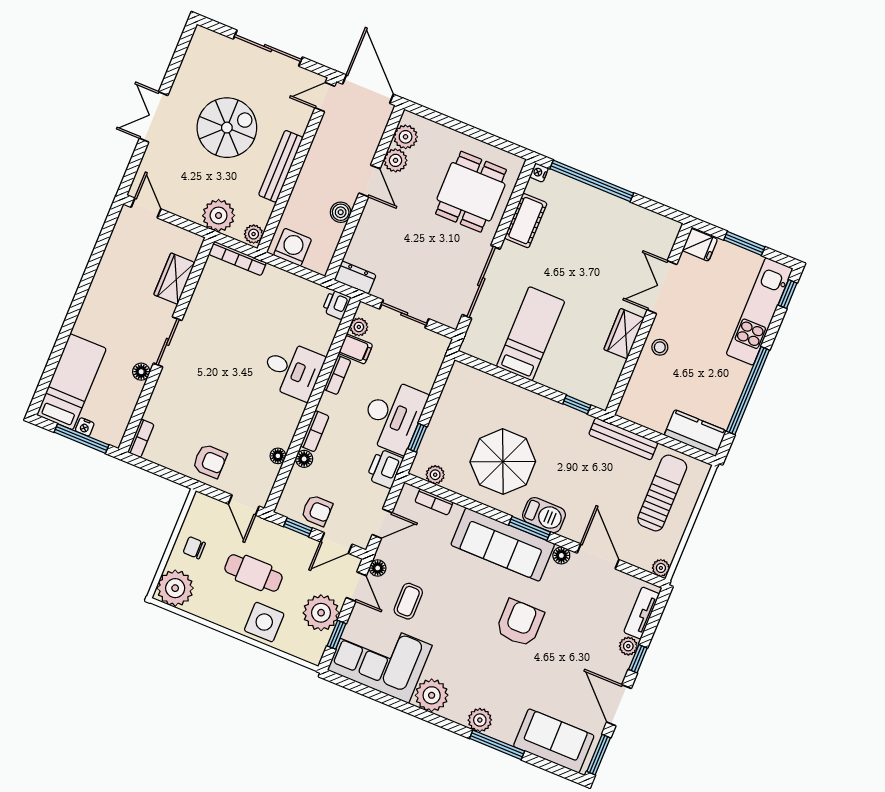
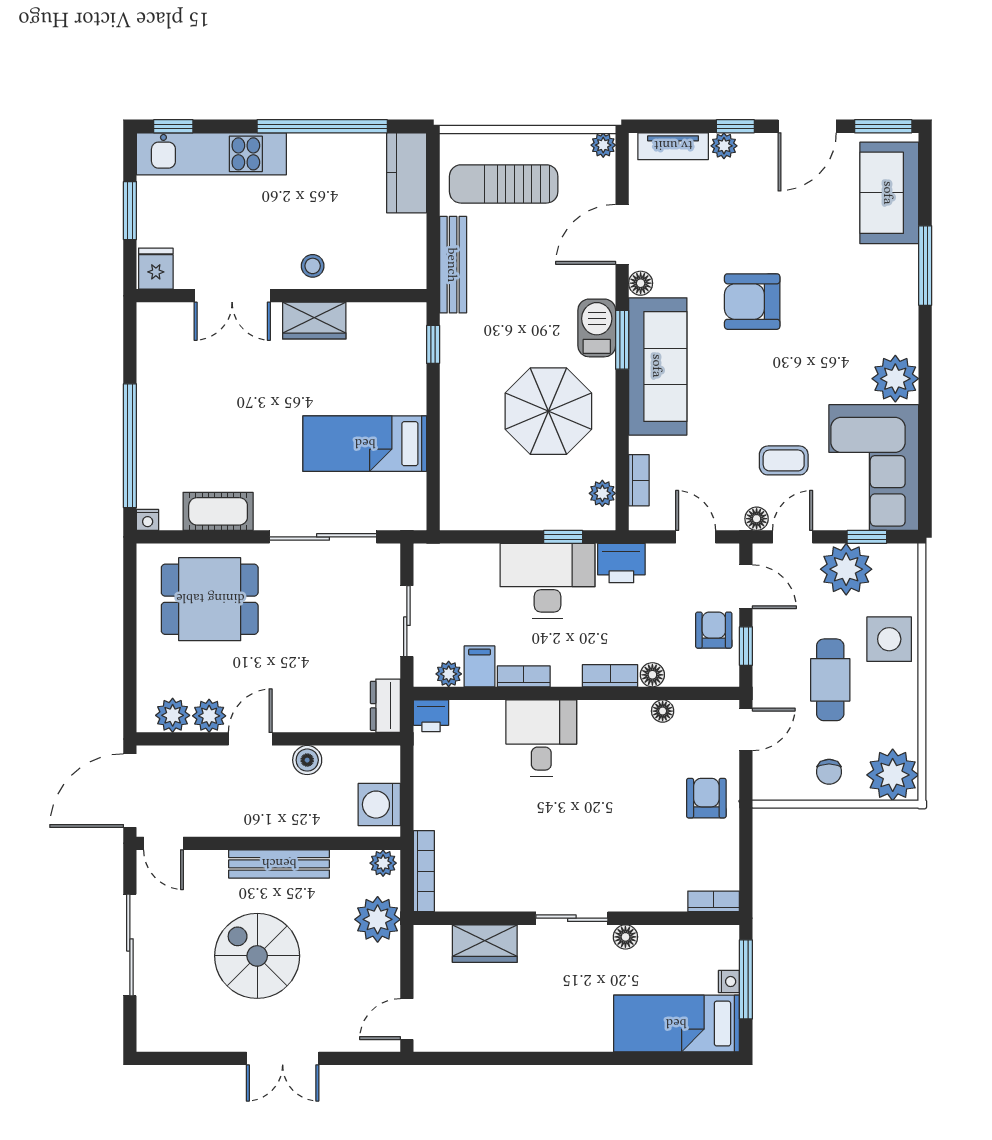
plant: (480, 720) -> (902, 302), removed

